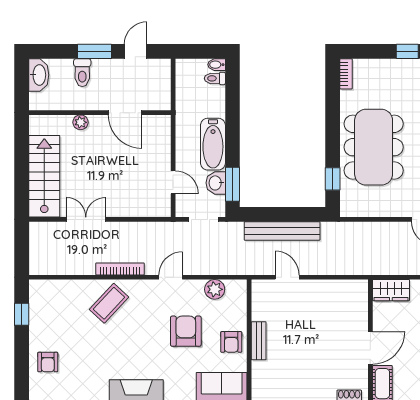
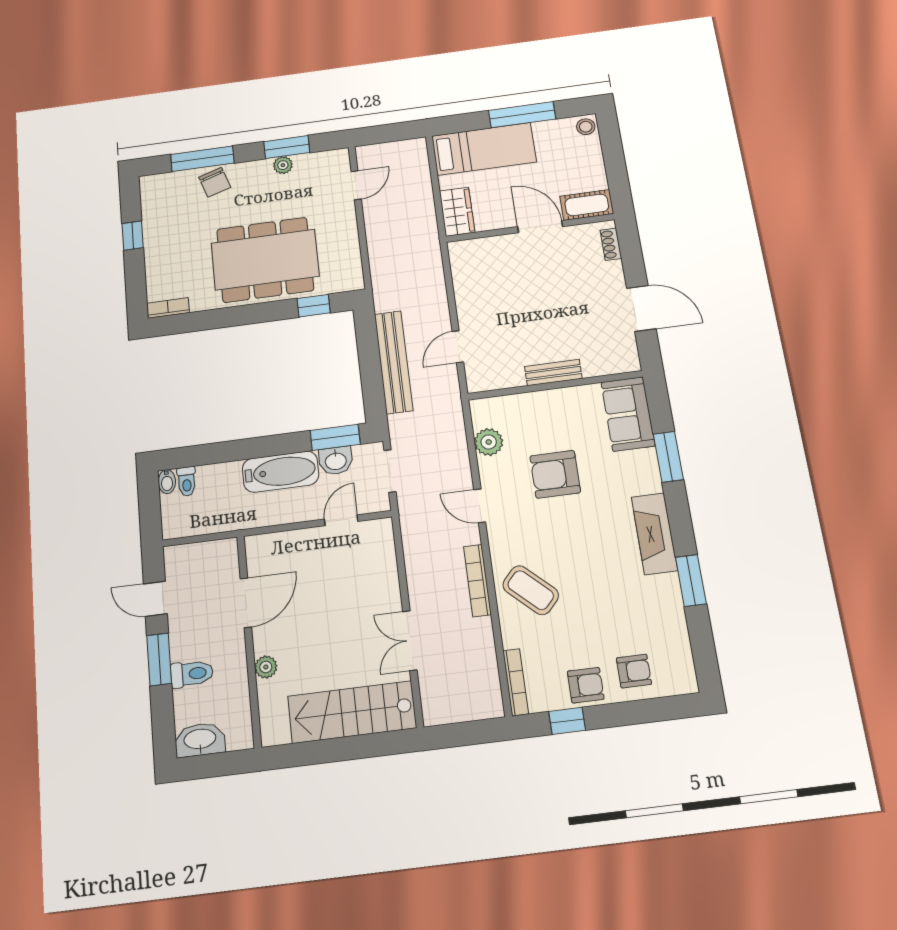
bookcase: (50, 285) -> (516, 682), added
armchair: (231, 342) -> (586, 685), moved

